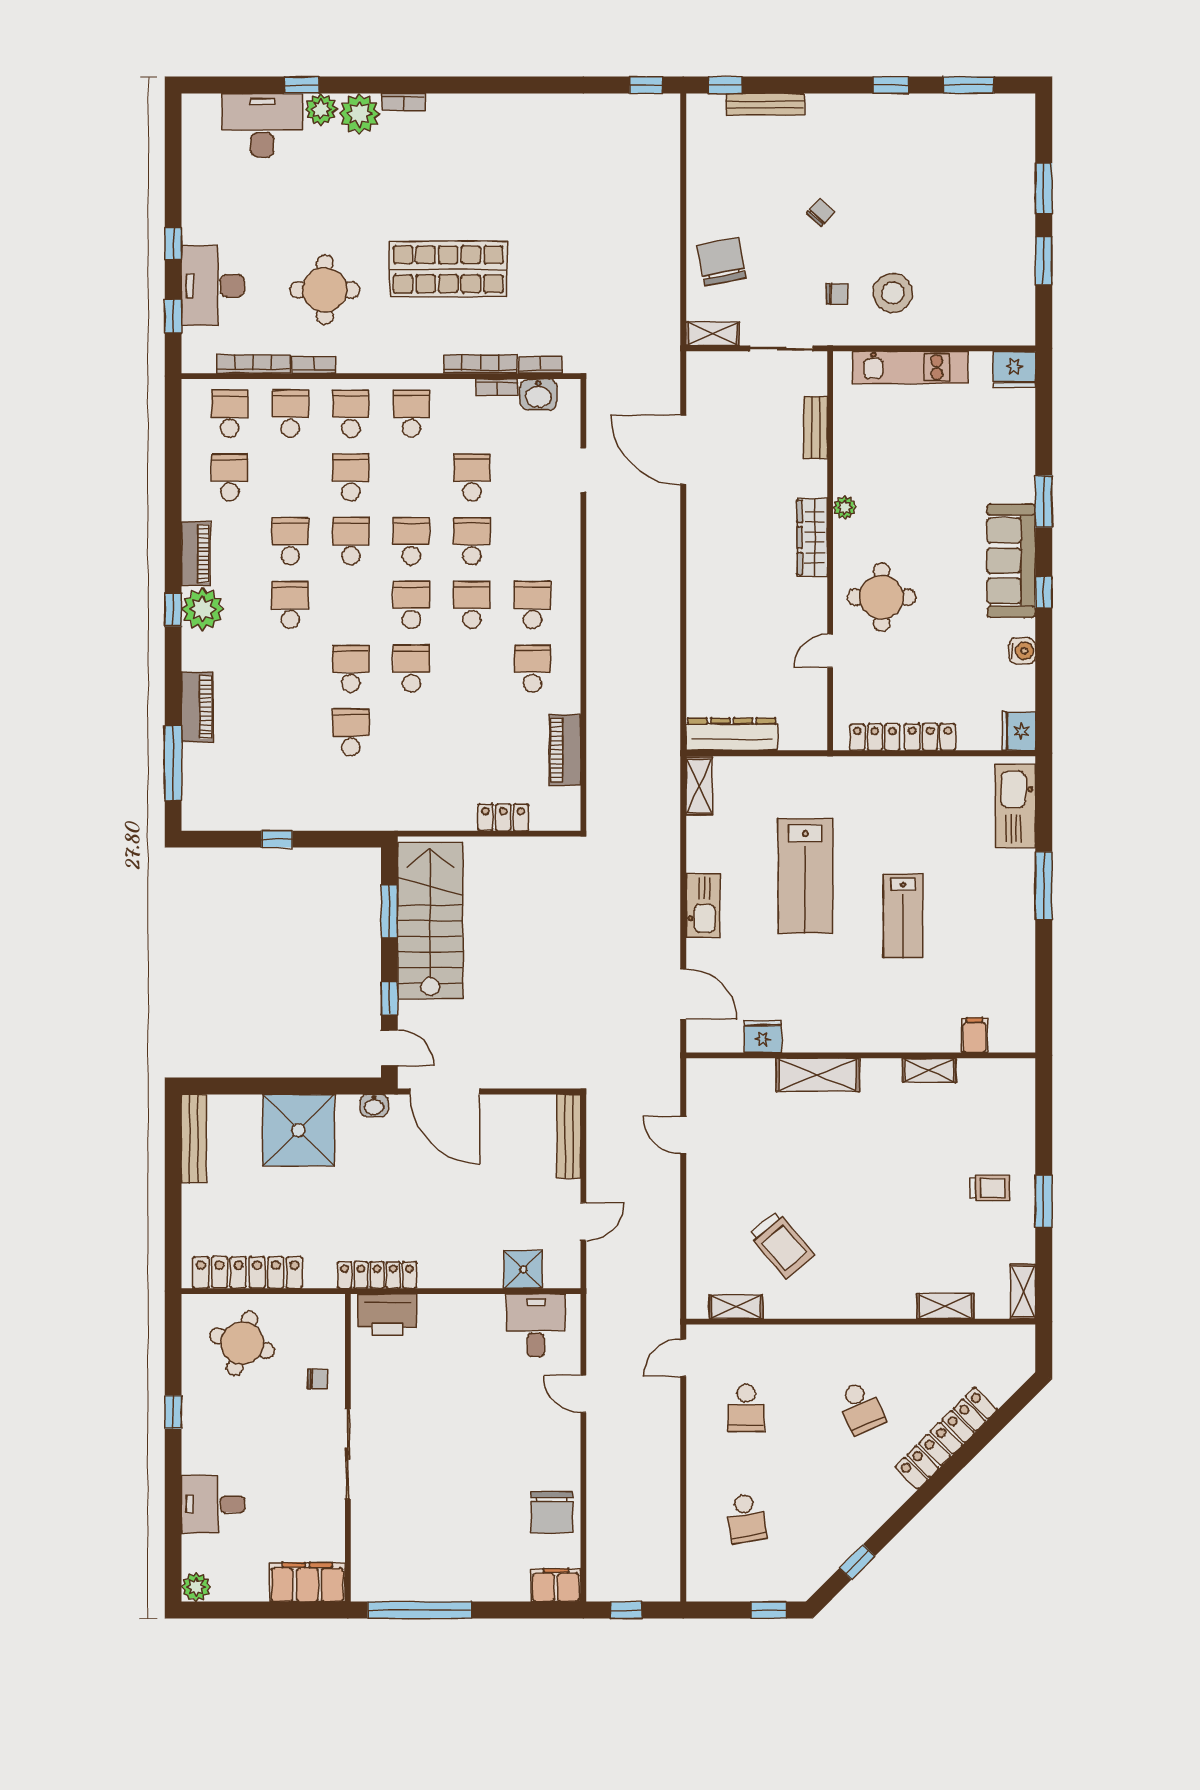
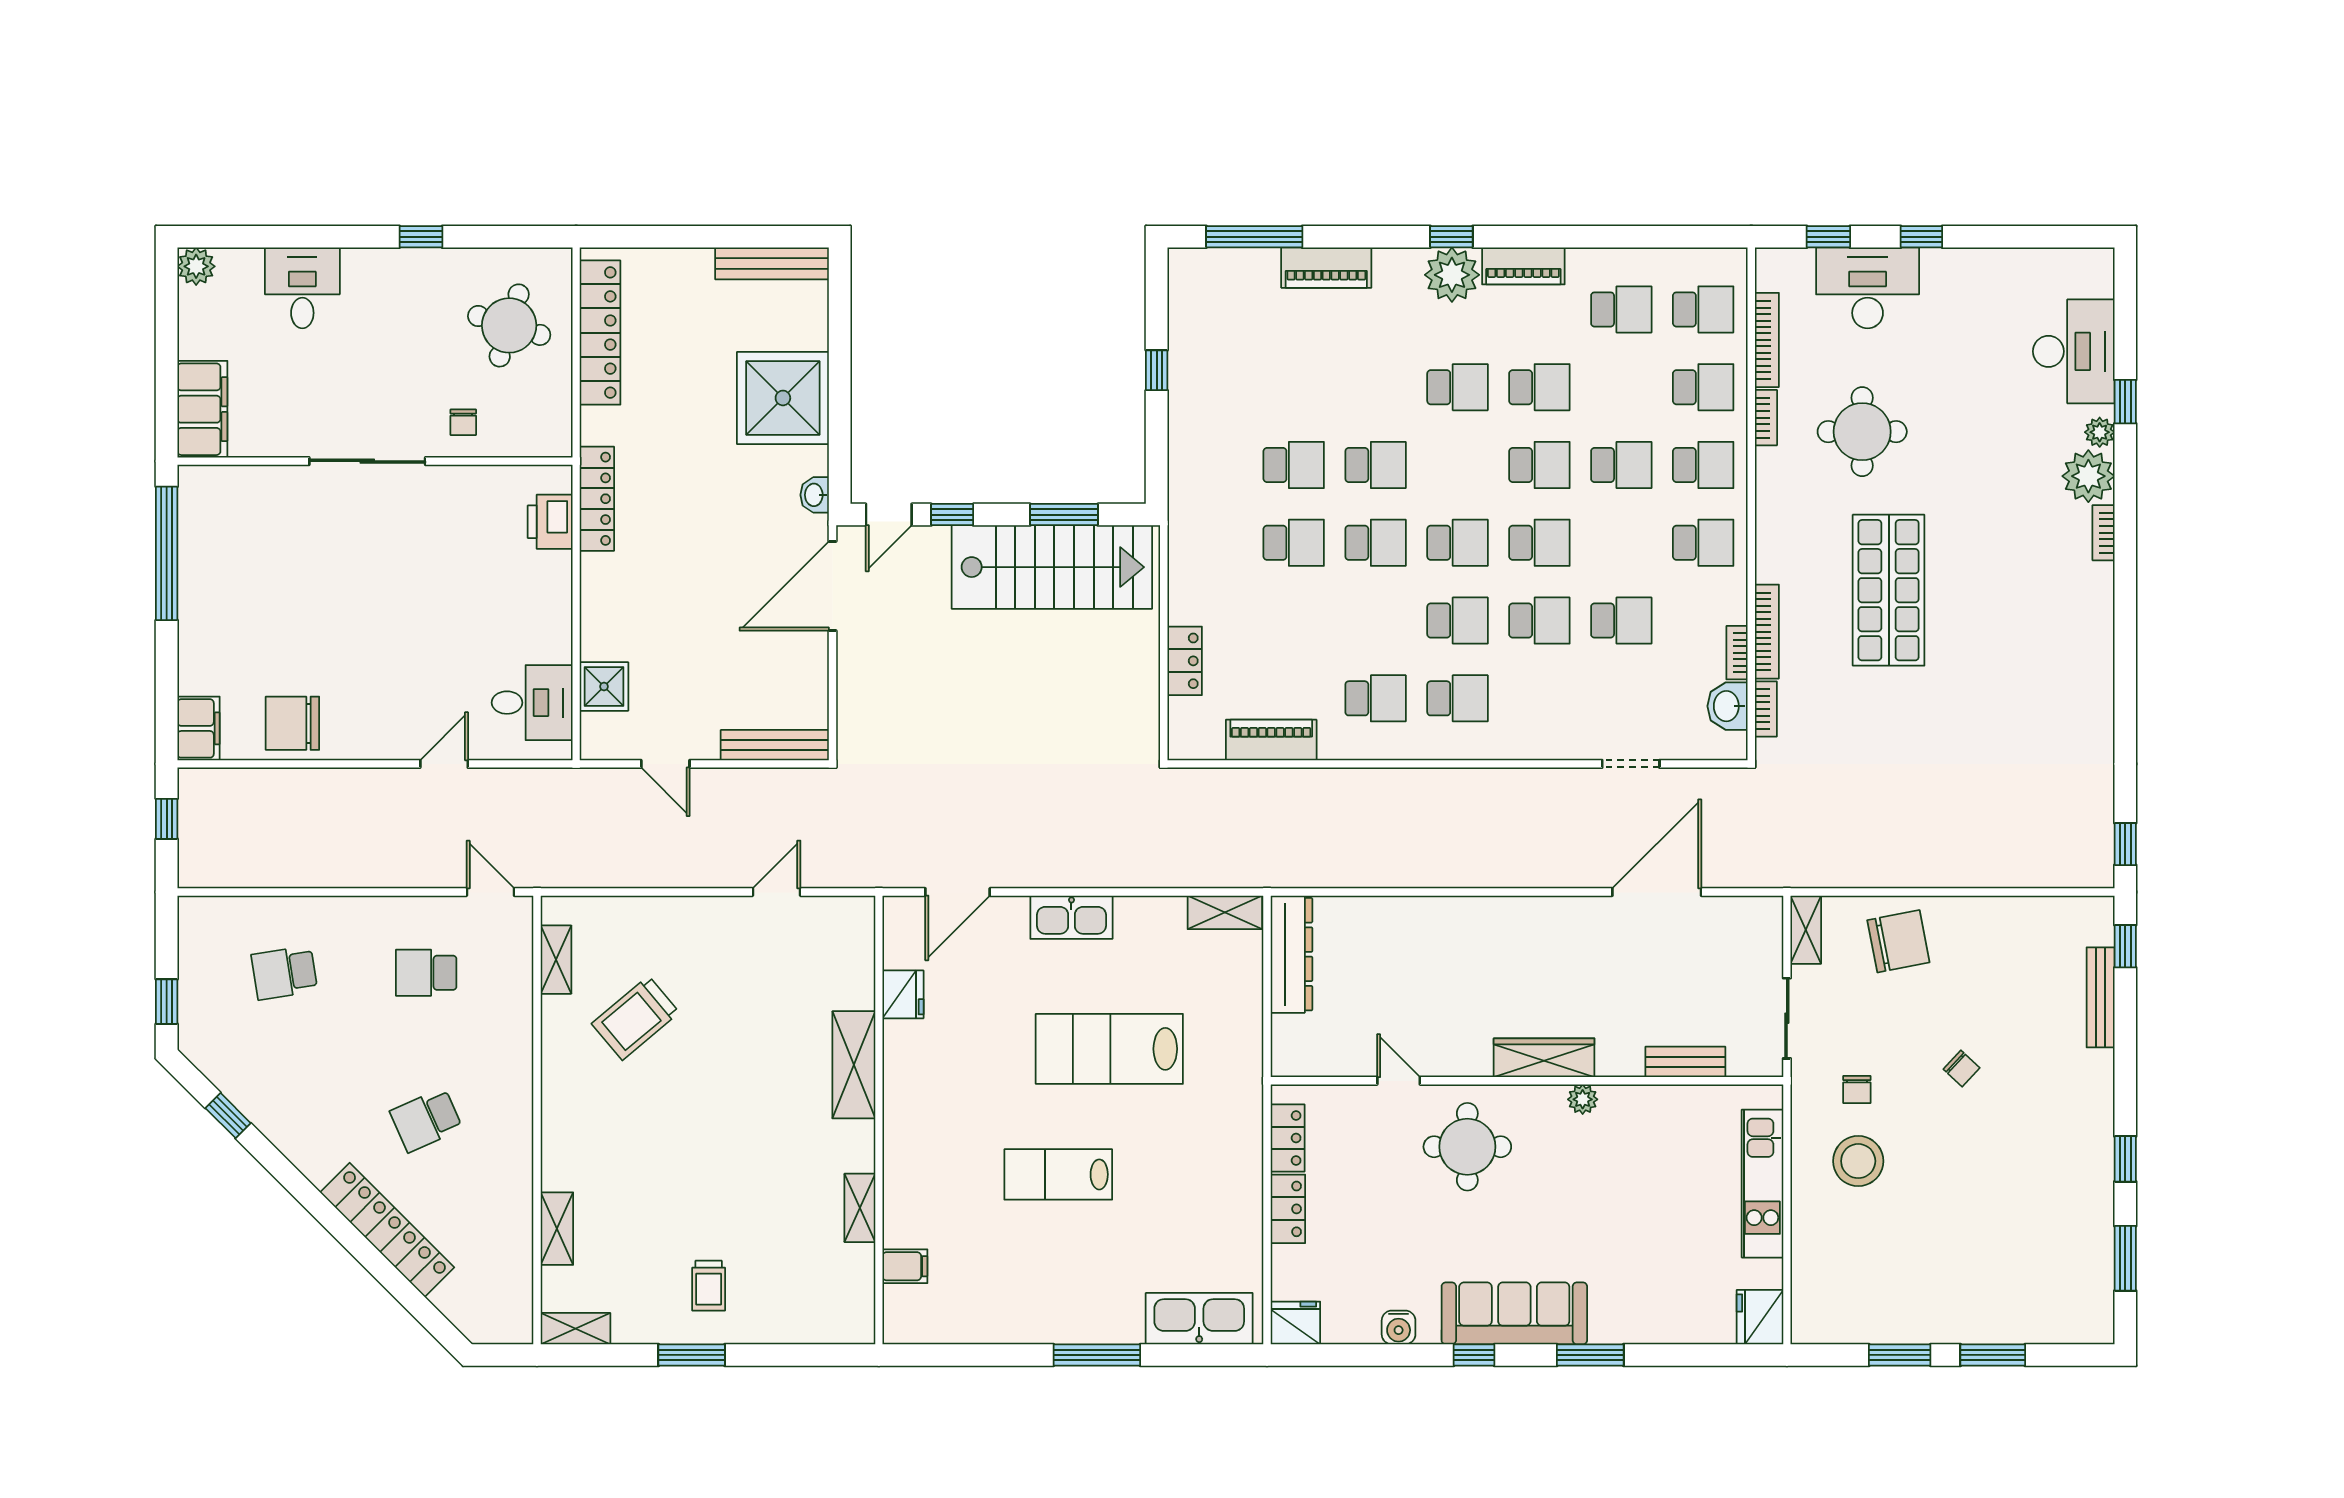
plant: (321, 109) -> (2100, 432), width x0.73, depth x0.73
school desk: (411, 732) -> (1294, 543), added
printer: (387, 1315) -> (550, 522), width x0.73, depth x0.84

